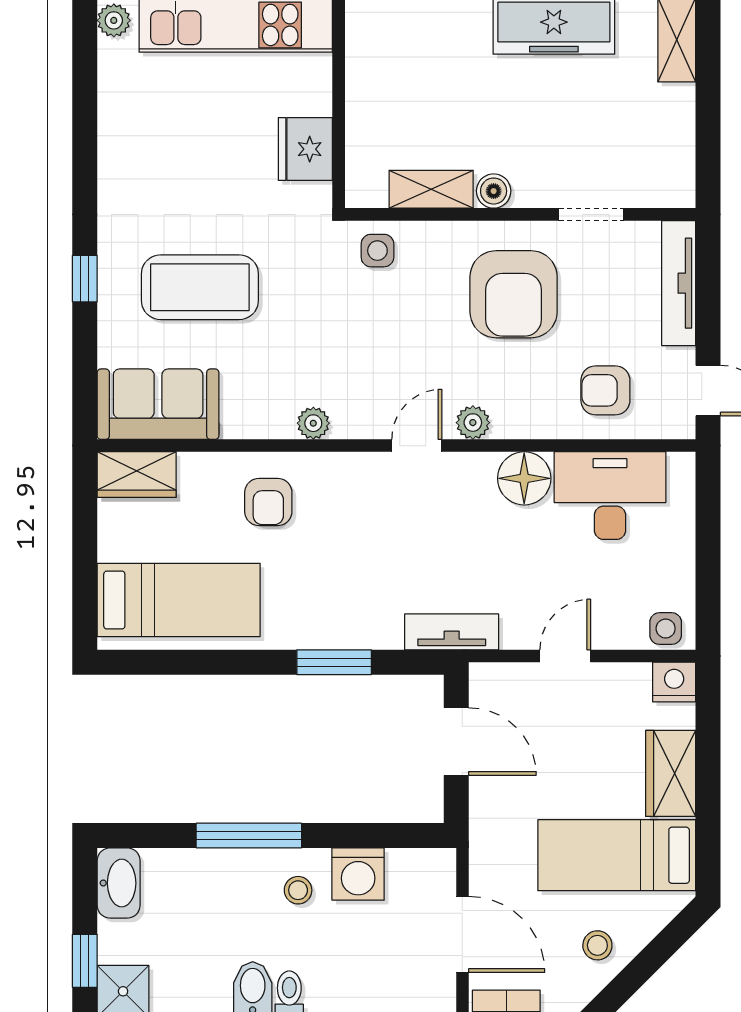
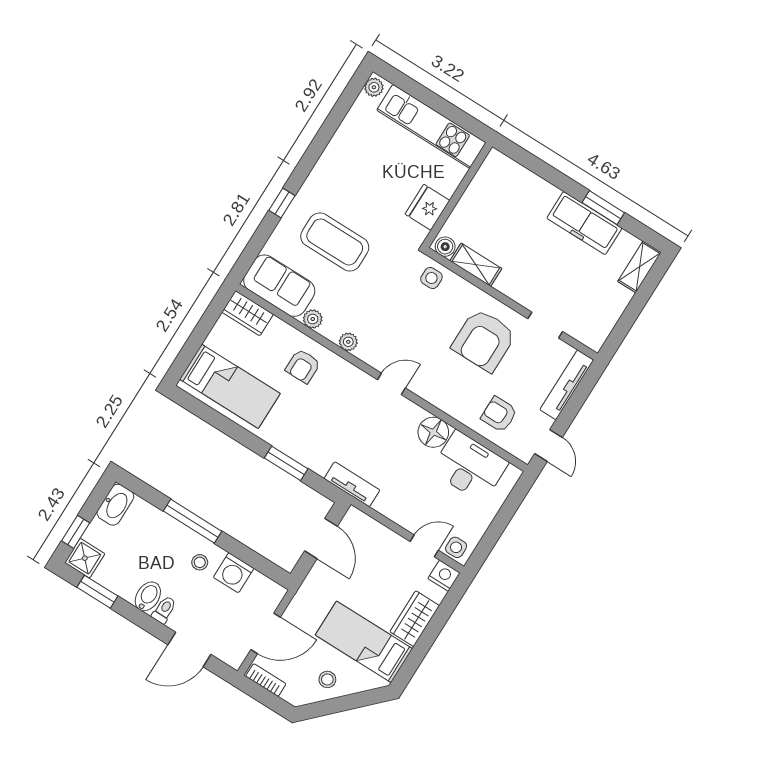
boiler: (494, 191) -> (445, 247), moved
plant: (473, 423) -> (313, 319), moved
door: (565, 656) -> (424, 546), moved
door: (462, 934) -> (266, 633), hinge flipped

